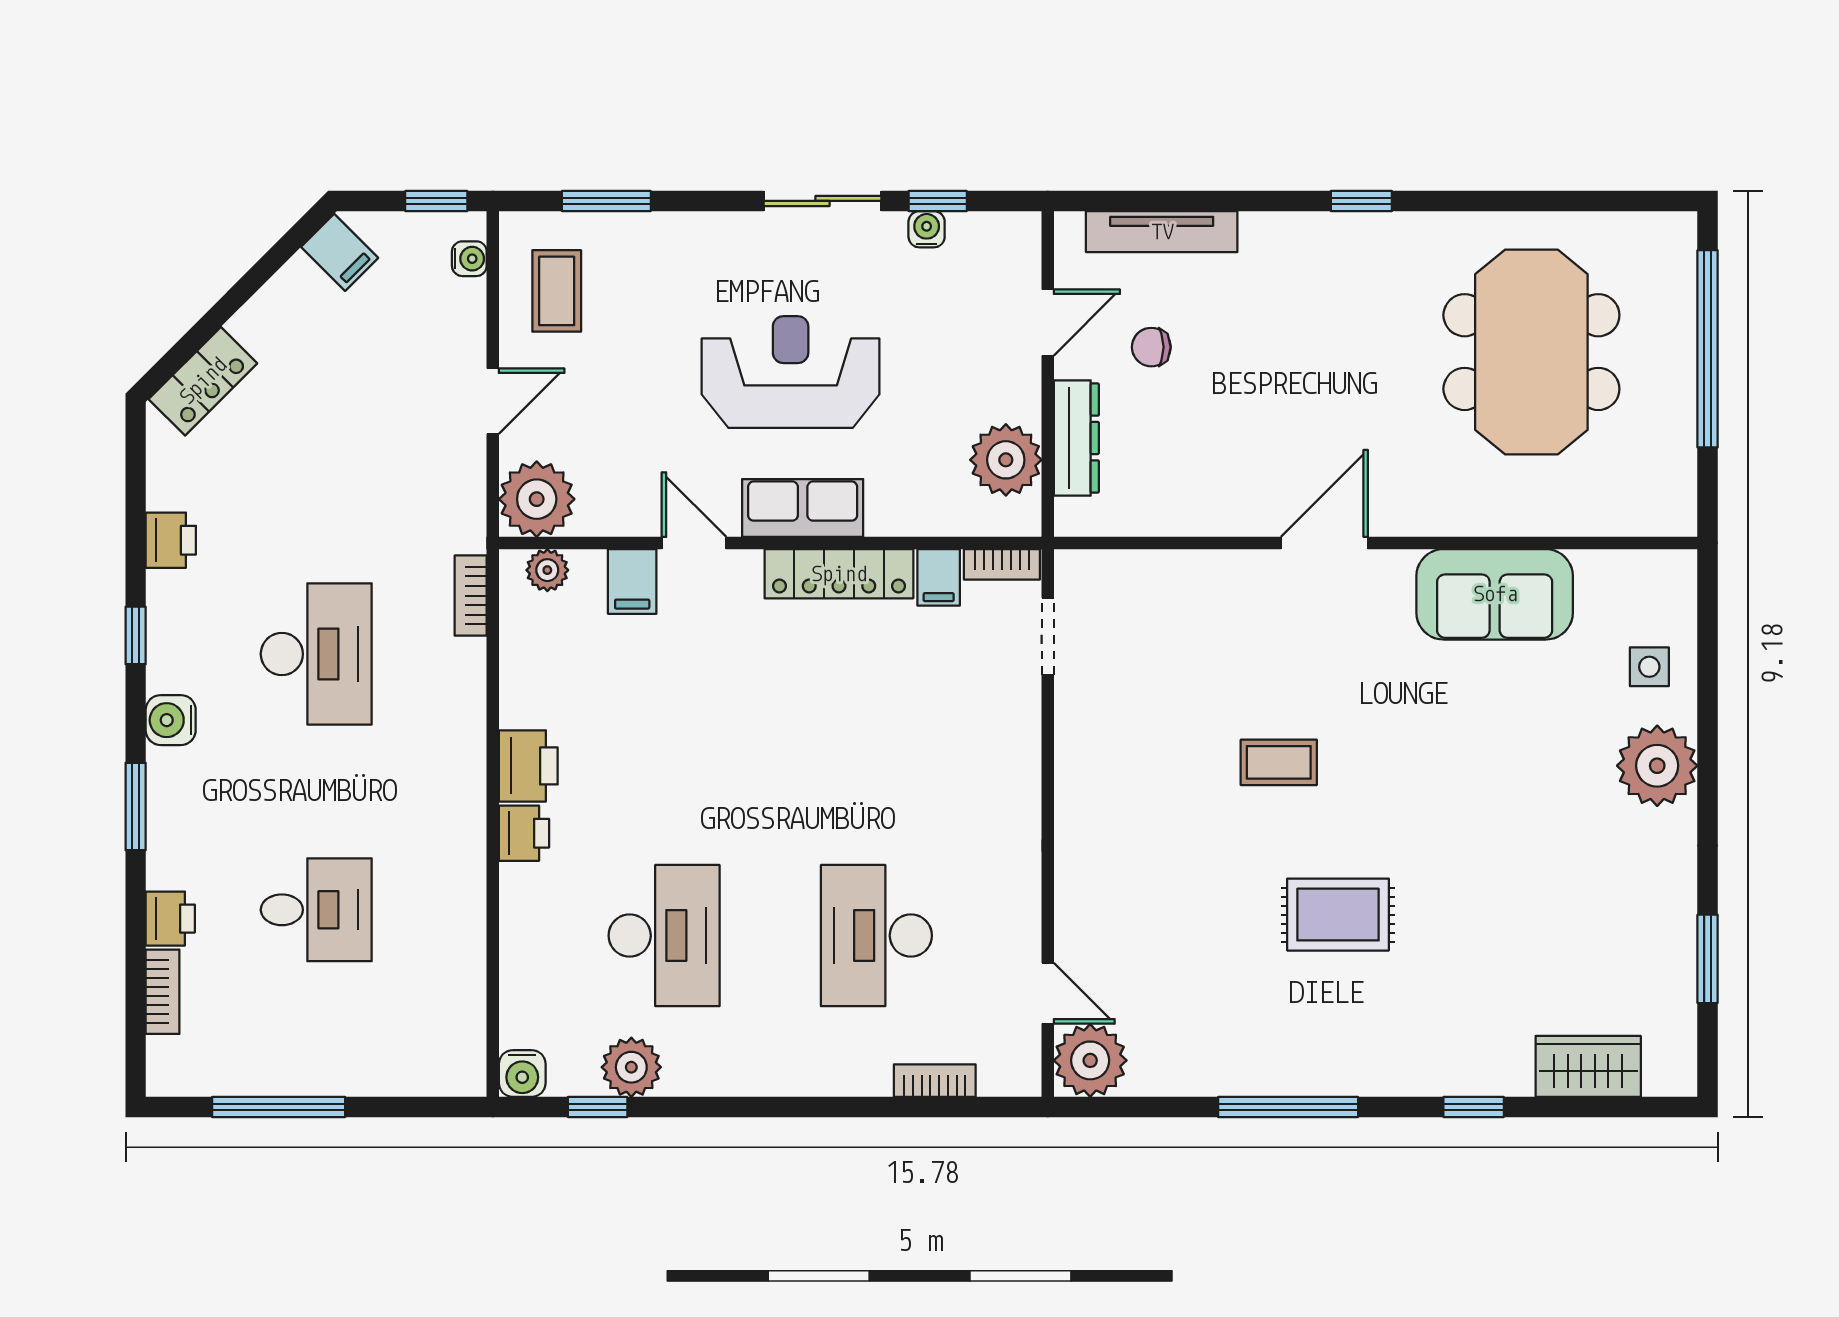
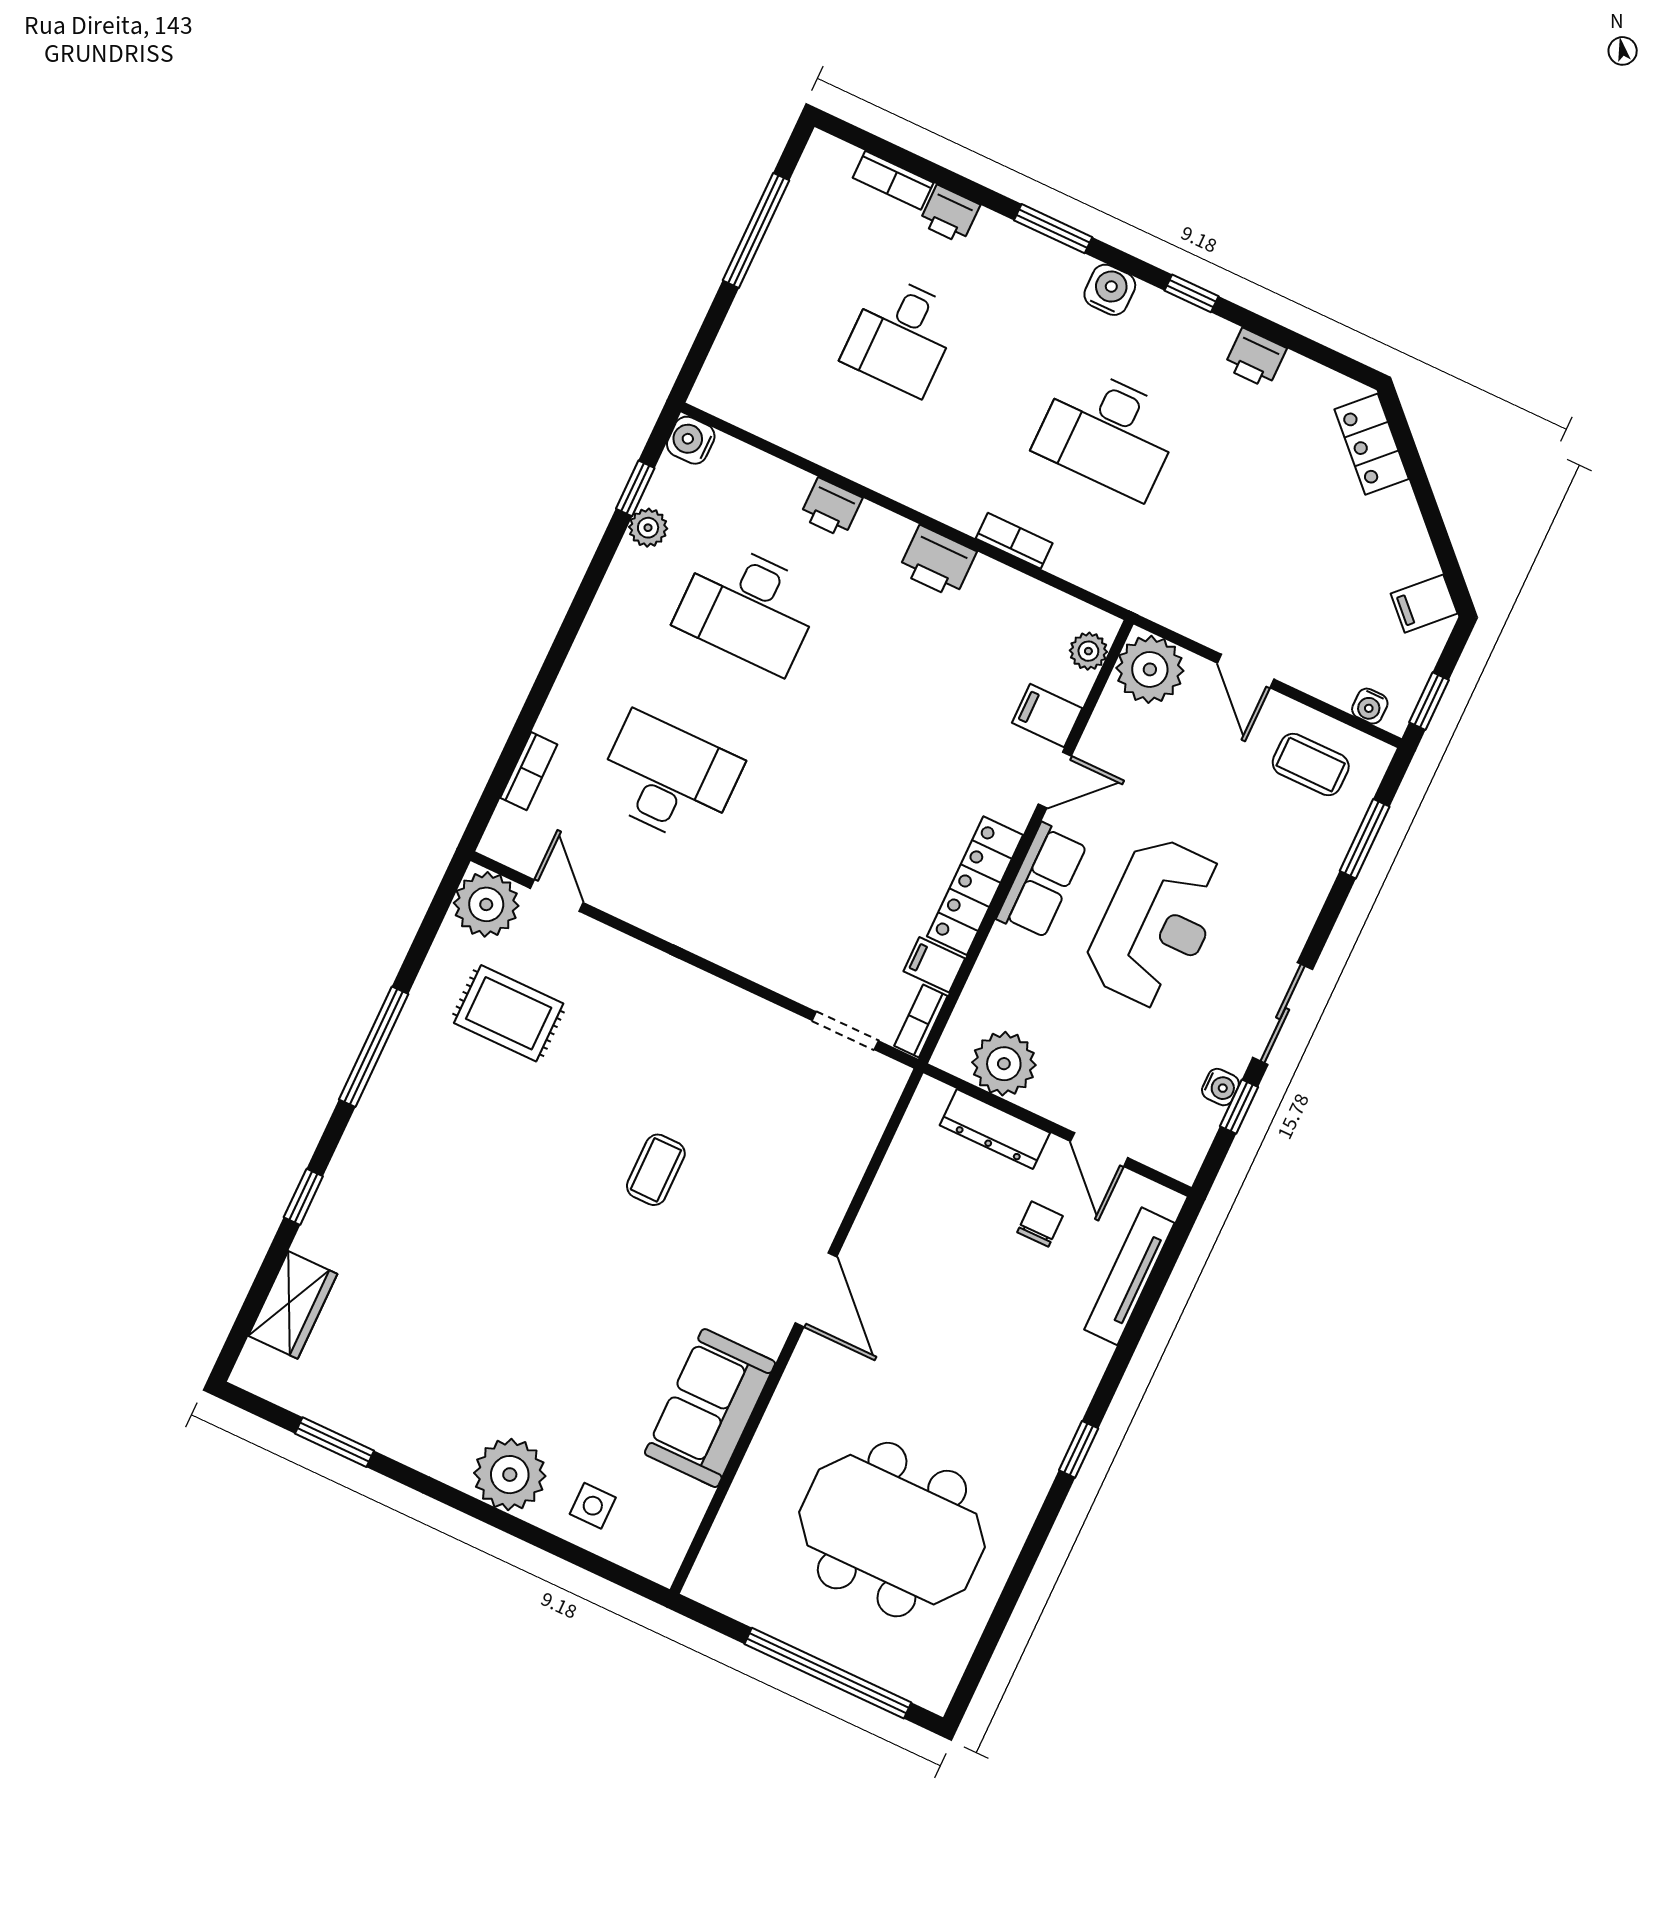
bookcase: (471, 596) -> (1014, 541), moved
printer: (524, 833) -> (831, 508), moved
rug: (1338, 915) -> (509, 1013), moved, turned 90
door: (1048, 993) -> (557, 896), swing flipped
plant: (631, 1067) -> (648, 528), width x0.73, depth x0.73

